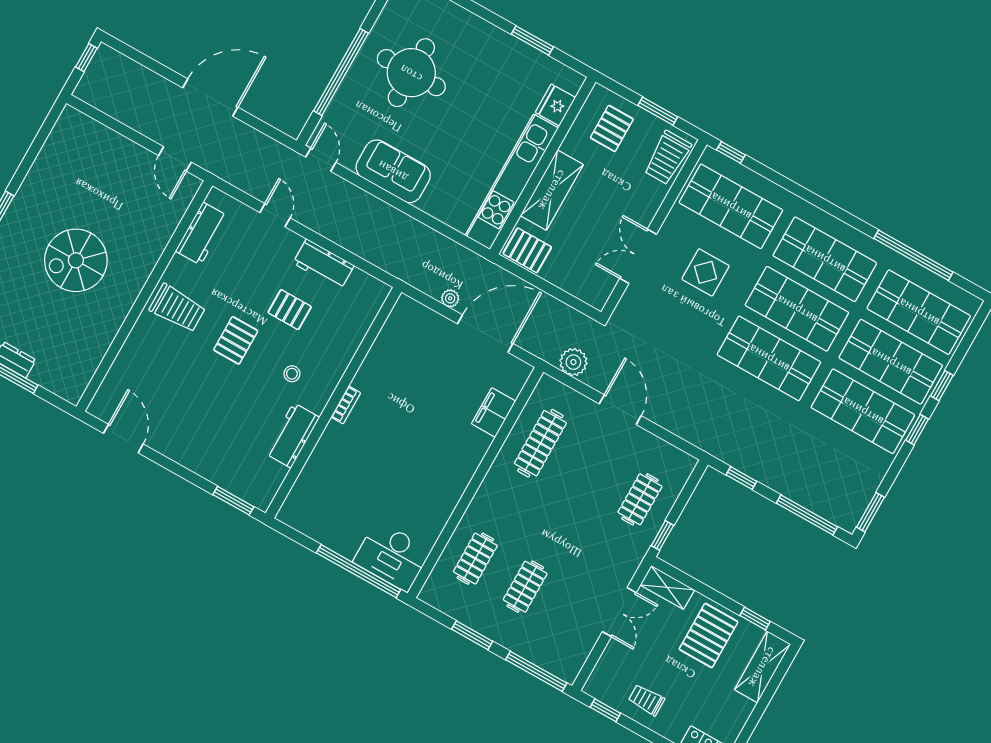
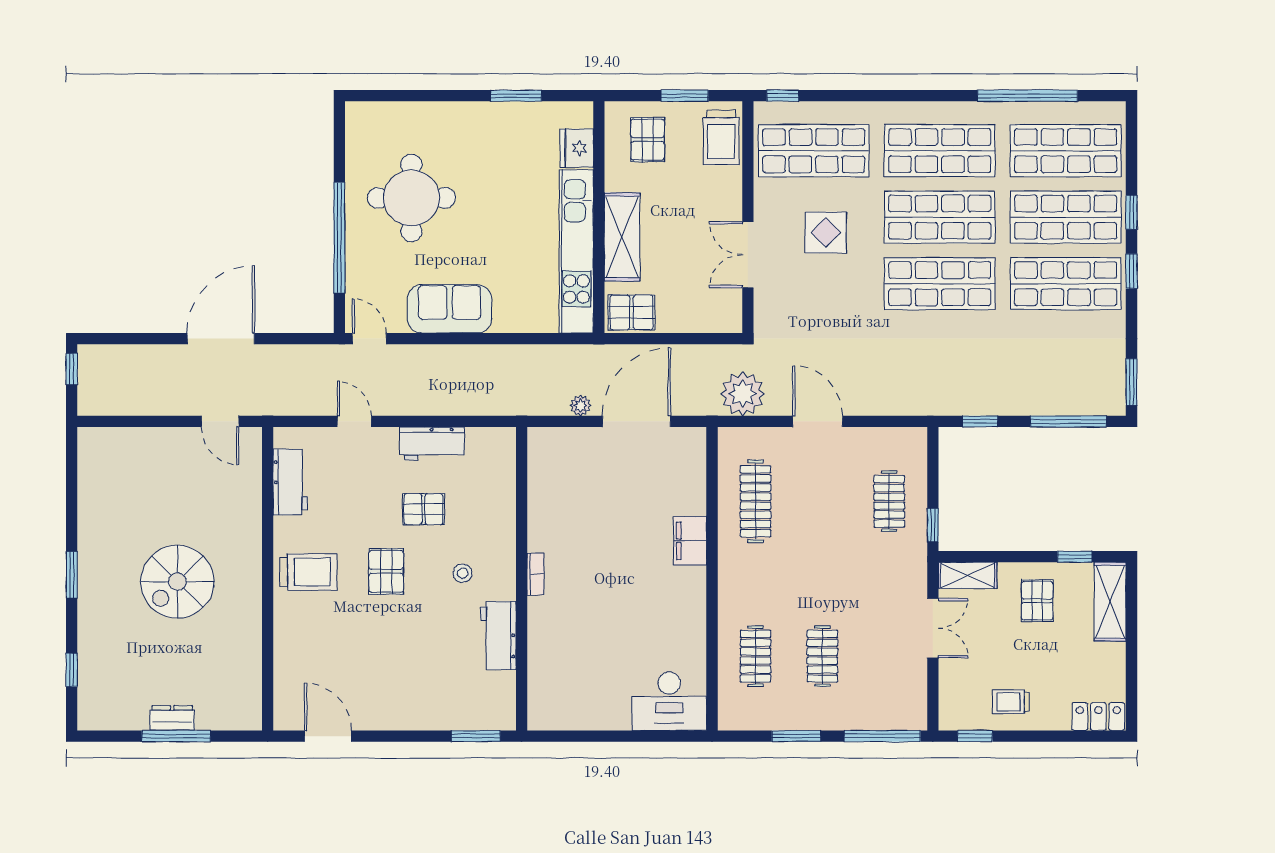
plant: (573, 362) -> (743, 394), width x1.36, depth x1.36
filing cabinet: (494, 412) -> (690, 541), moved
window: (359, 571) -> (644, 736), removed
pallet: (709, 636) -> (1037, 601), width x0.67, depth x0.71

